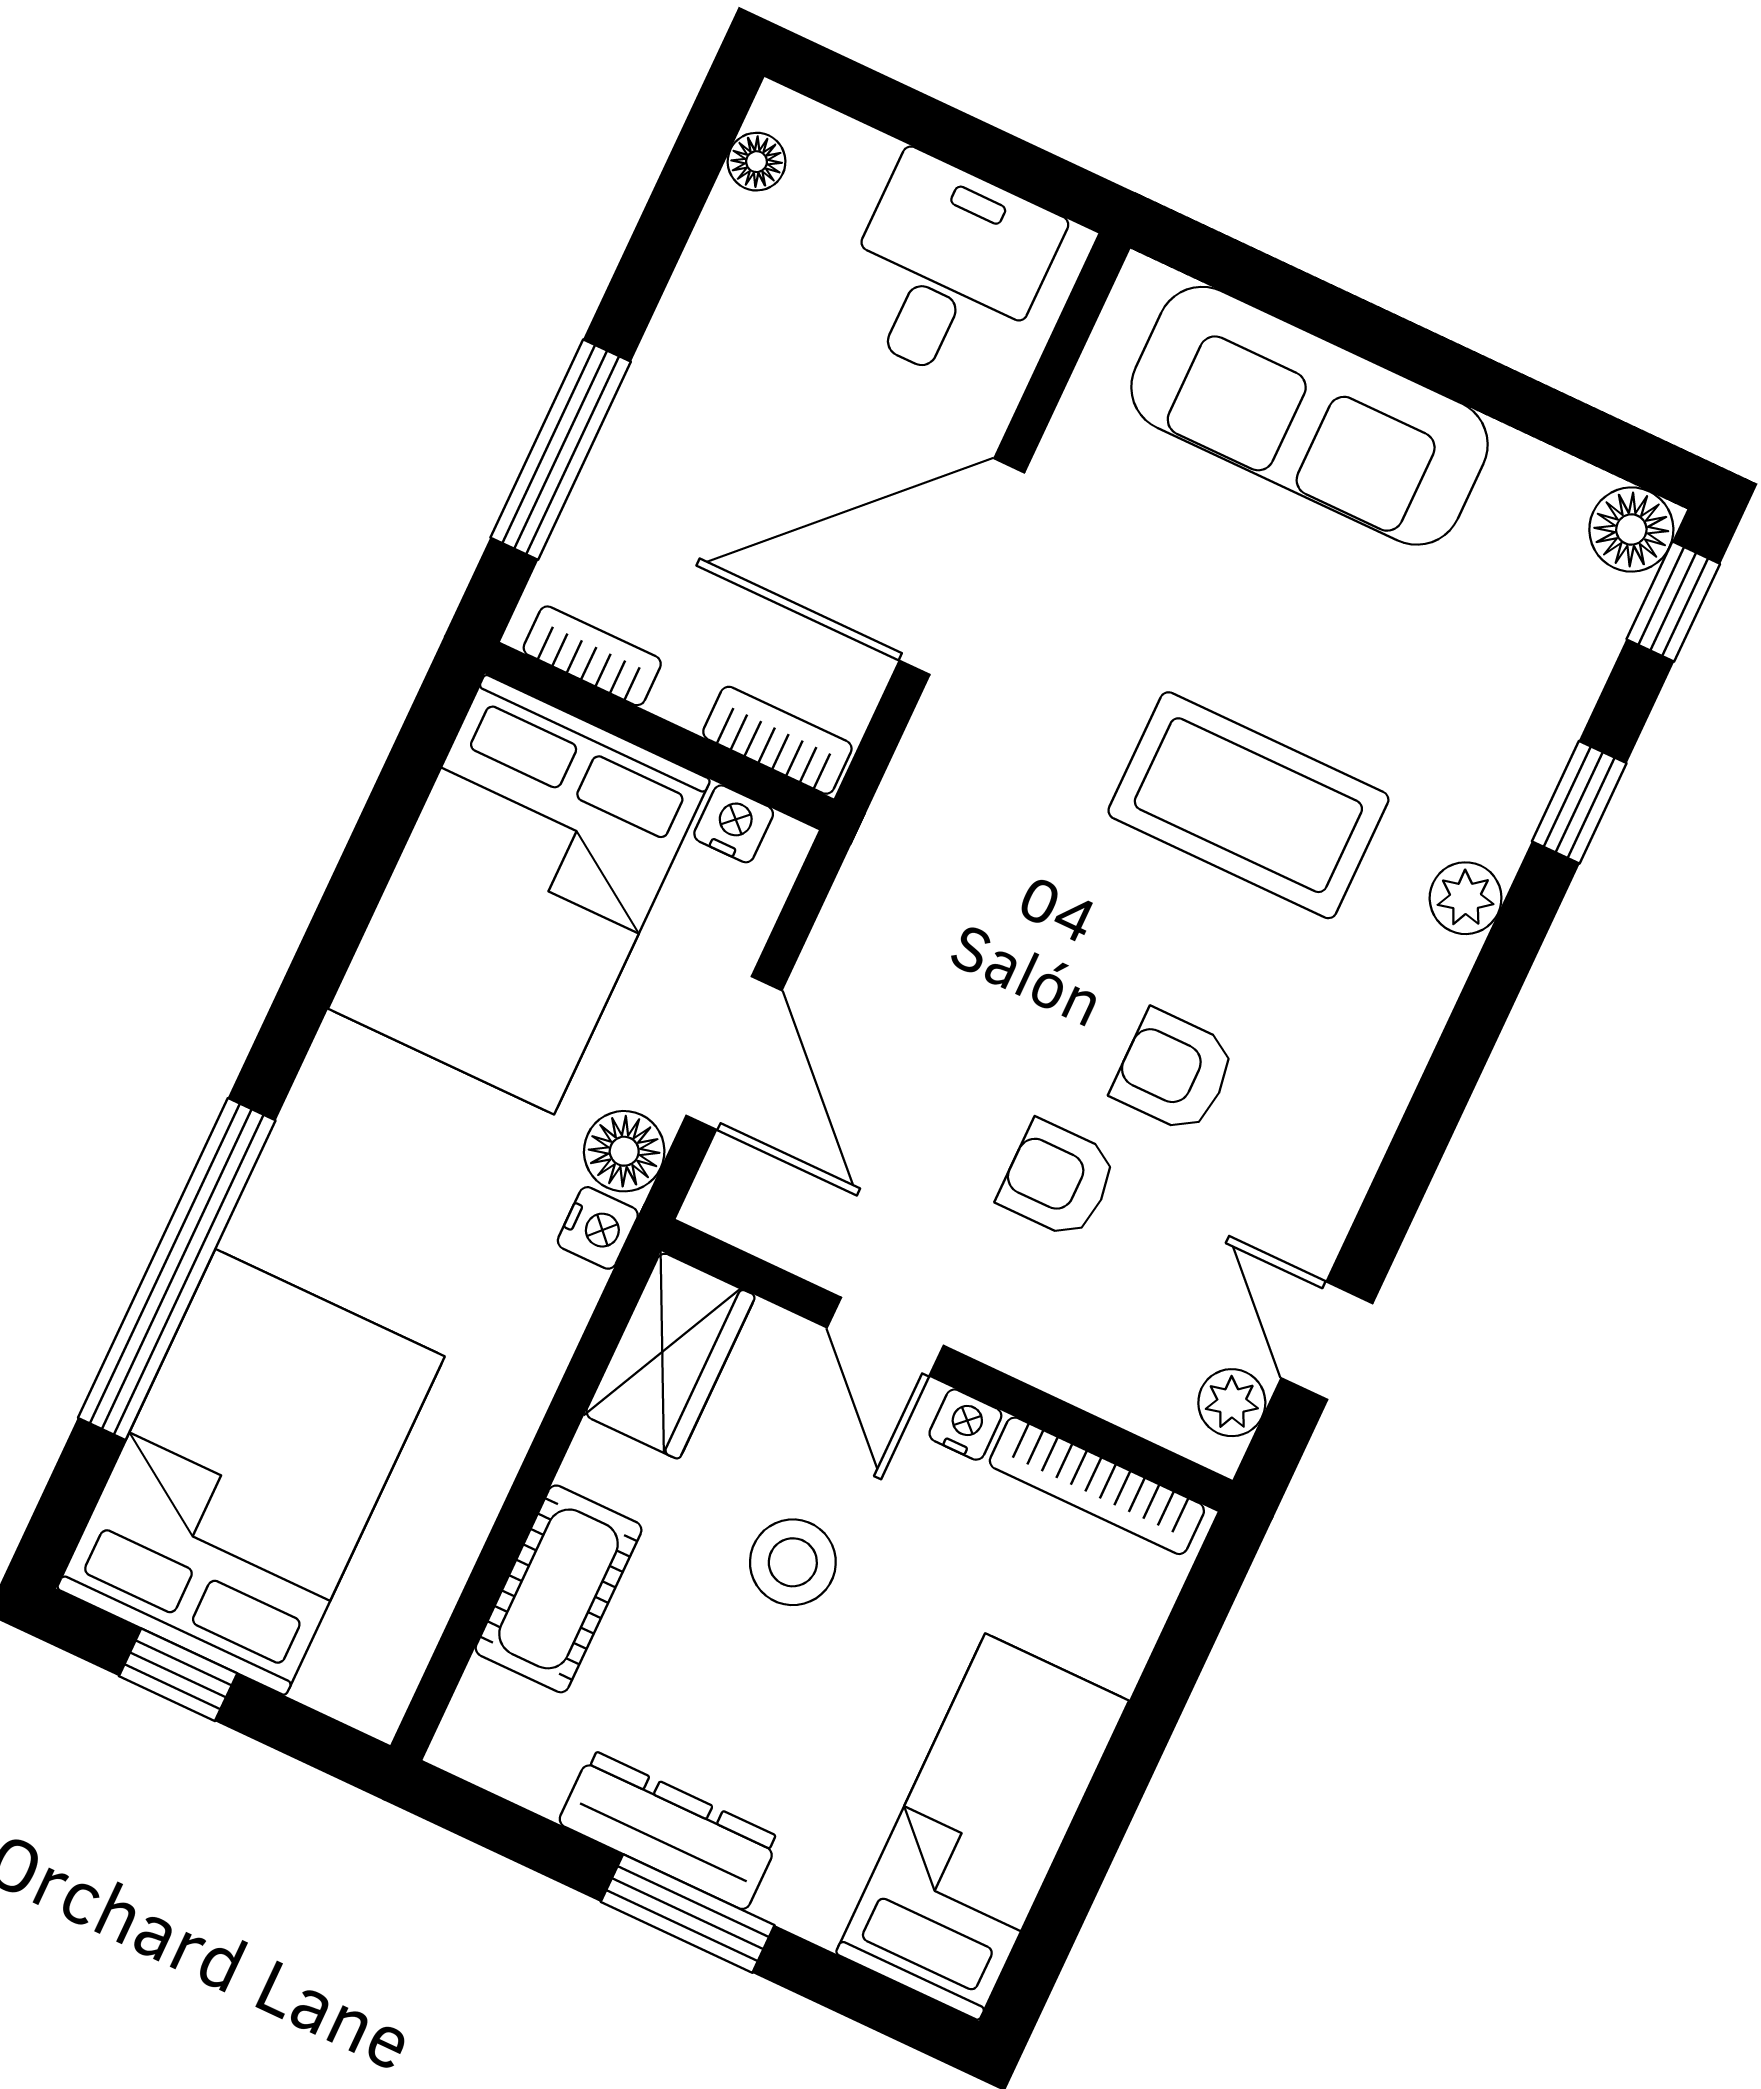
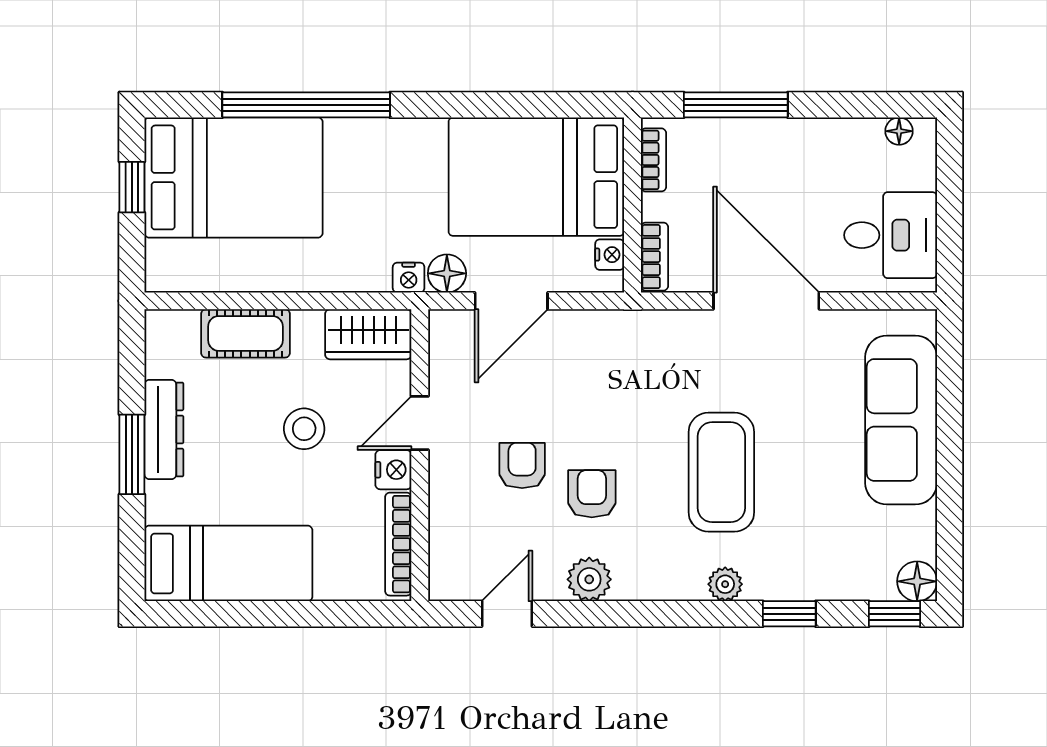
plant: (1232, 1403) -> (589, 579), moved, width x1.38, depth x1.38
nightstand: (965, 1425) -> (393, 470), width x1.39, depth x1.35

